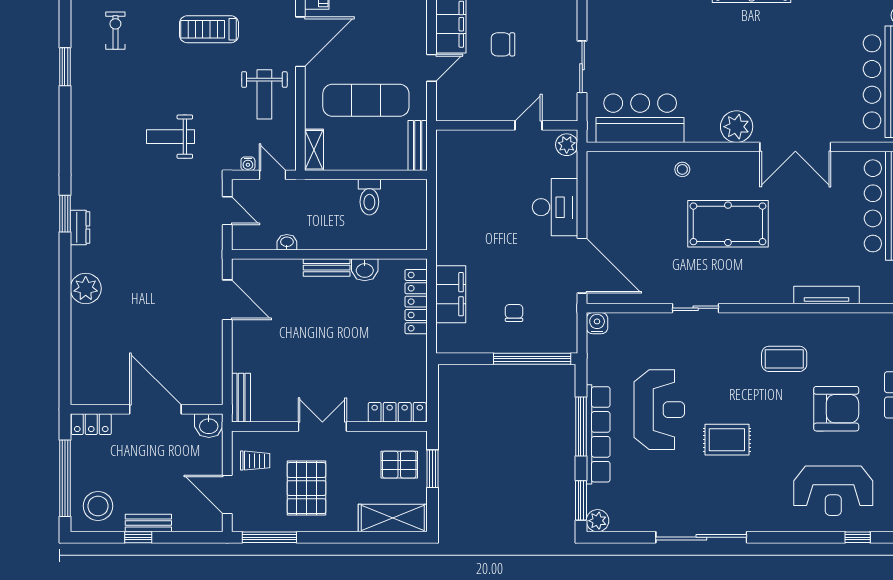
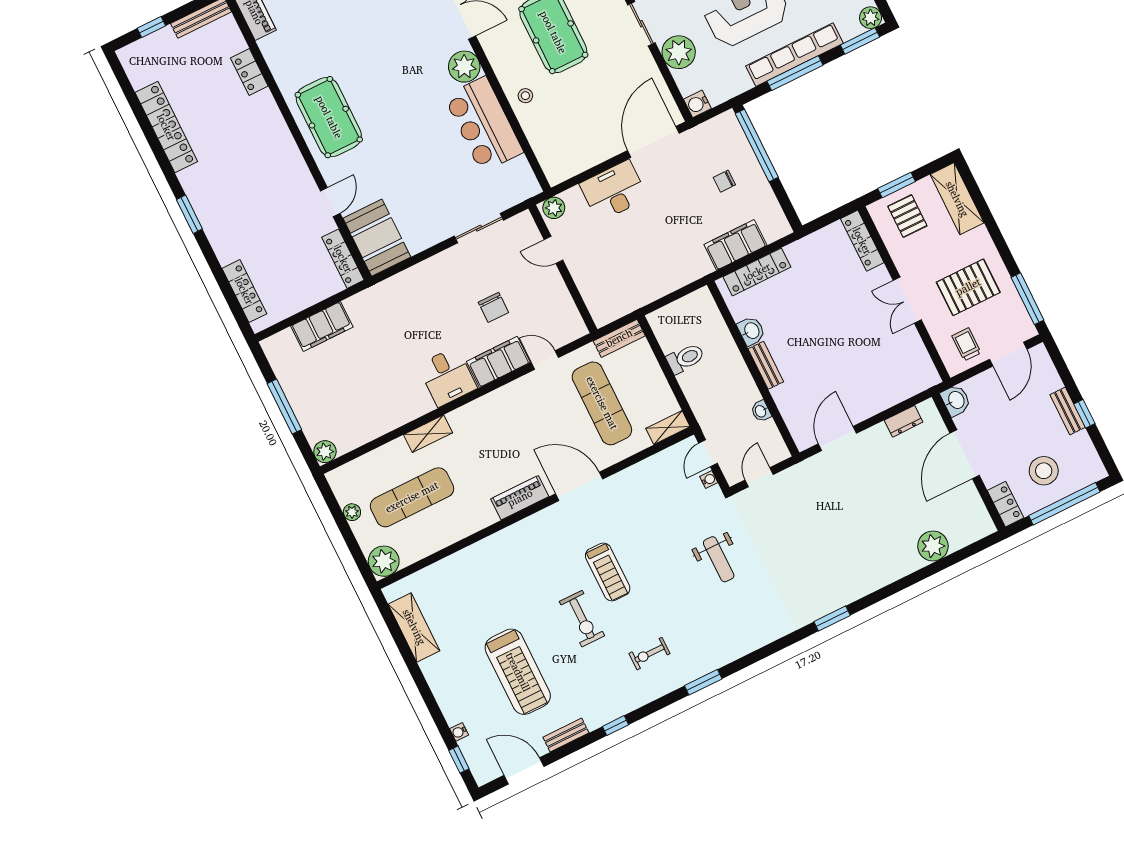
weight bench: (264, 94) -> (641, 495), removed
bar counter: (640, 118) -> (484, 124), moved
dresser: (80, 227) -> (904, 421), moved, turned 180
plant: (86, 289) -> (933, 546), moved
plant: (653, 329) -> (679, 52), added
bench: (241, 398) -> (917, 384), removed
stool: (98, 506) -> (1044, 471), moved

